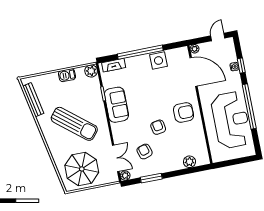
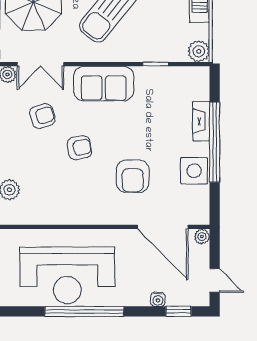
fireplace: (114, 65) -> (201, 121), moved
window: (241, 66) -> (178, 311), moved
door: (193, 72) -> (163, 227), hinge flipped
sofa: (116, 105) -> (104, 83), moved
armchair: (184, 113) -> (133, 176), moved

